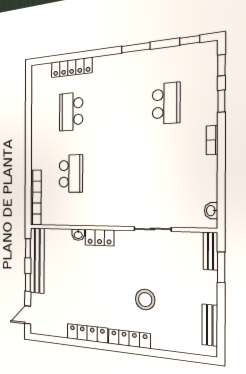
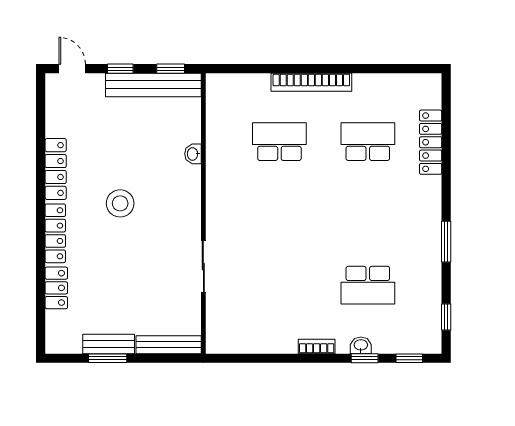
school desk: (71, 174) -> (279, 142), turned 180
bookcase: (36, 197) -> (311, 82), moved
washbasin: (211, 211) -> (361, 345), moved
locker: (100, 238) -> (56, 288), moved, turned 180
bench: (210, 251) -> (169, 345), width x1.36
window: (221, 267) -> (108, 358), moved
stool: (145, 300) -> (120, 203), moved
bench: (210, 325) -> (109, 344), moved

